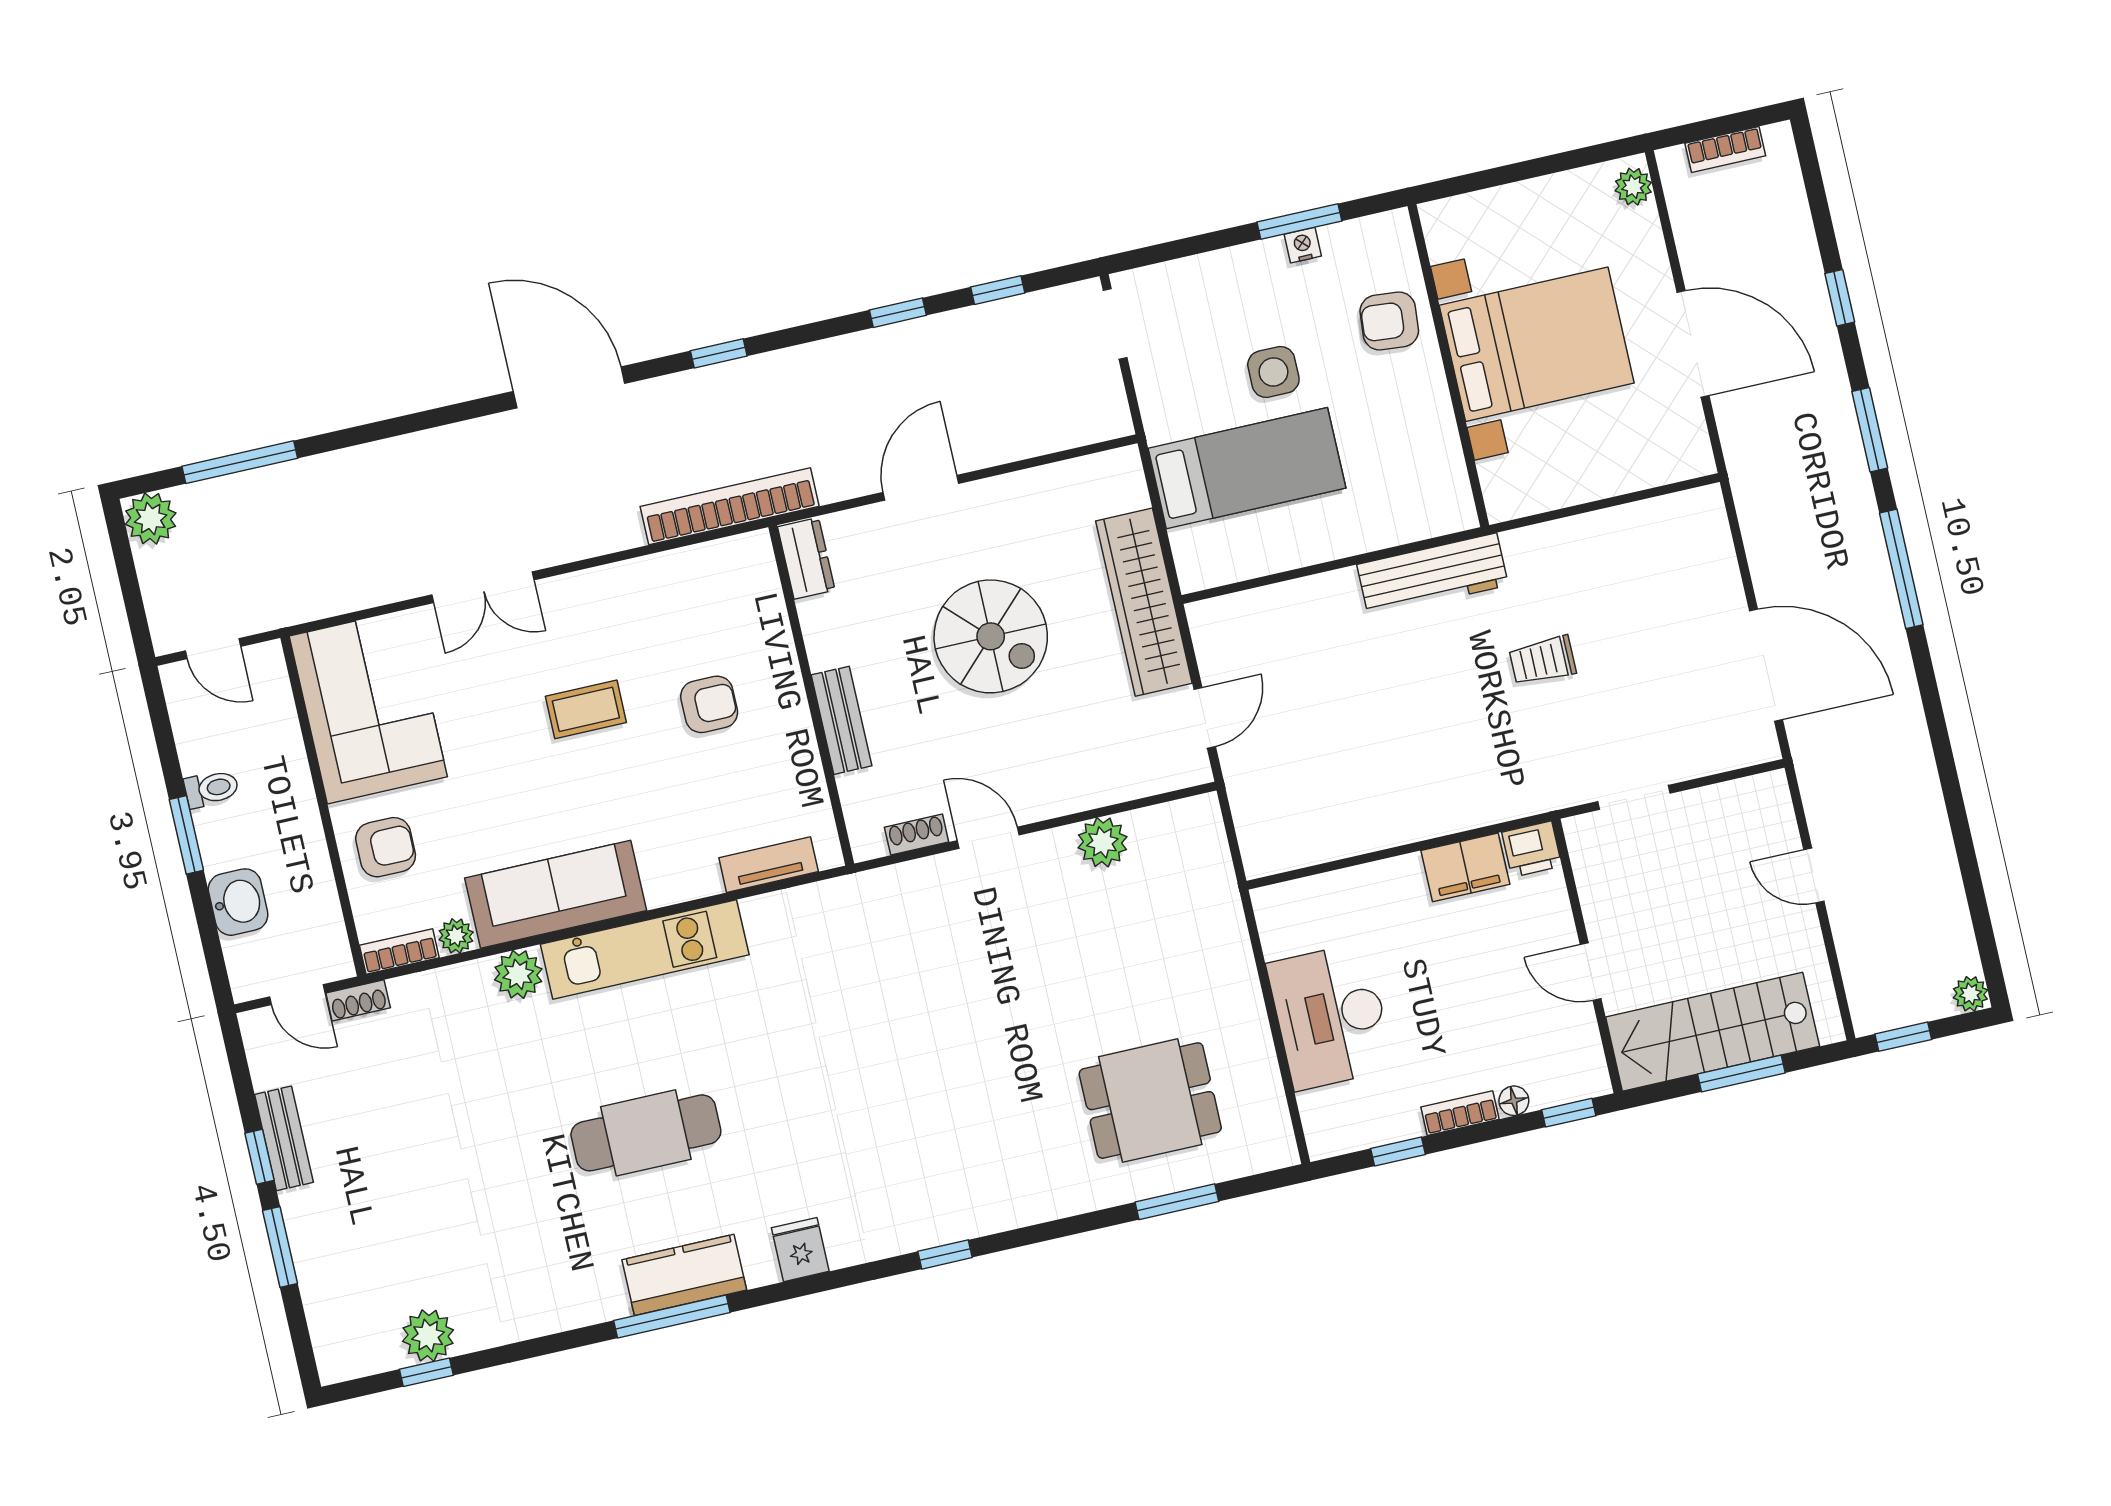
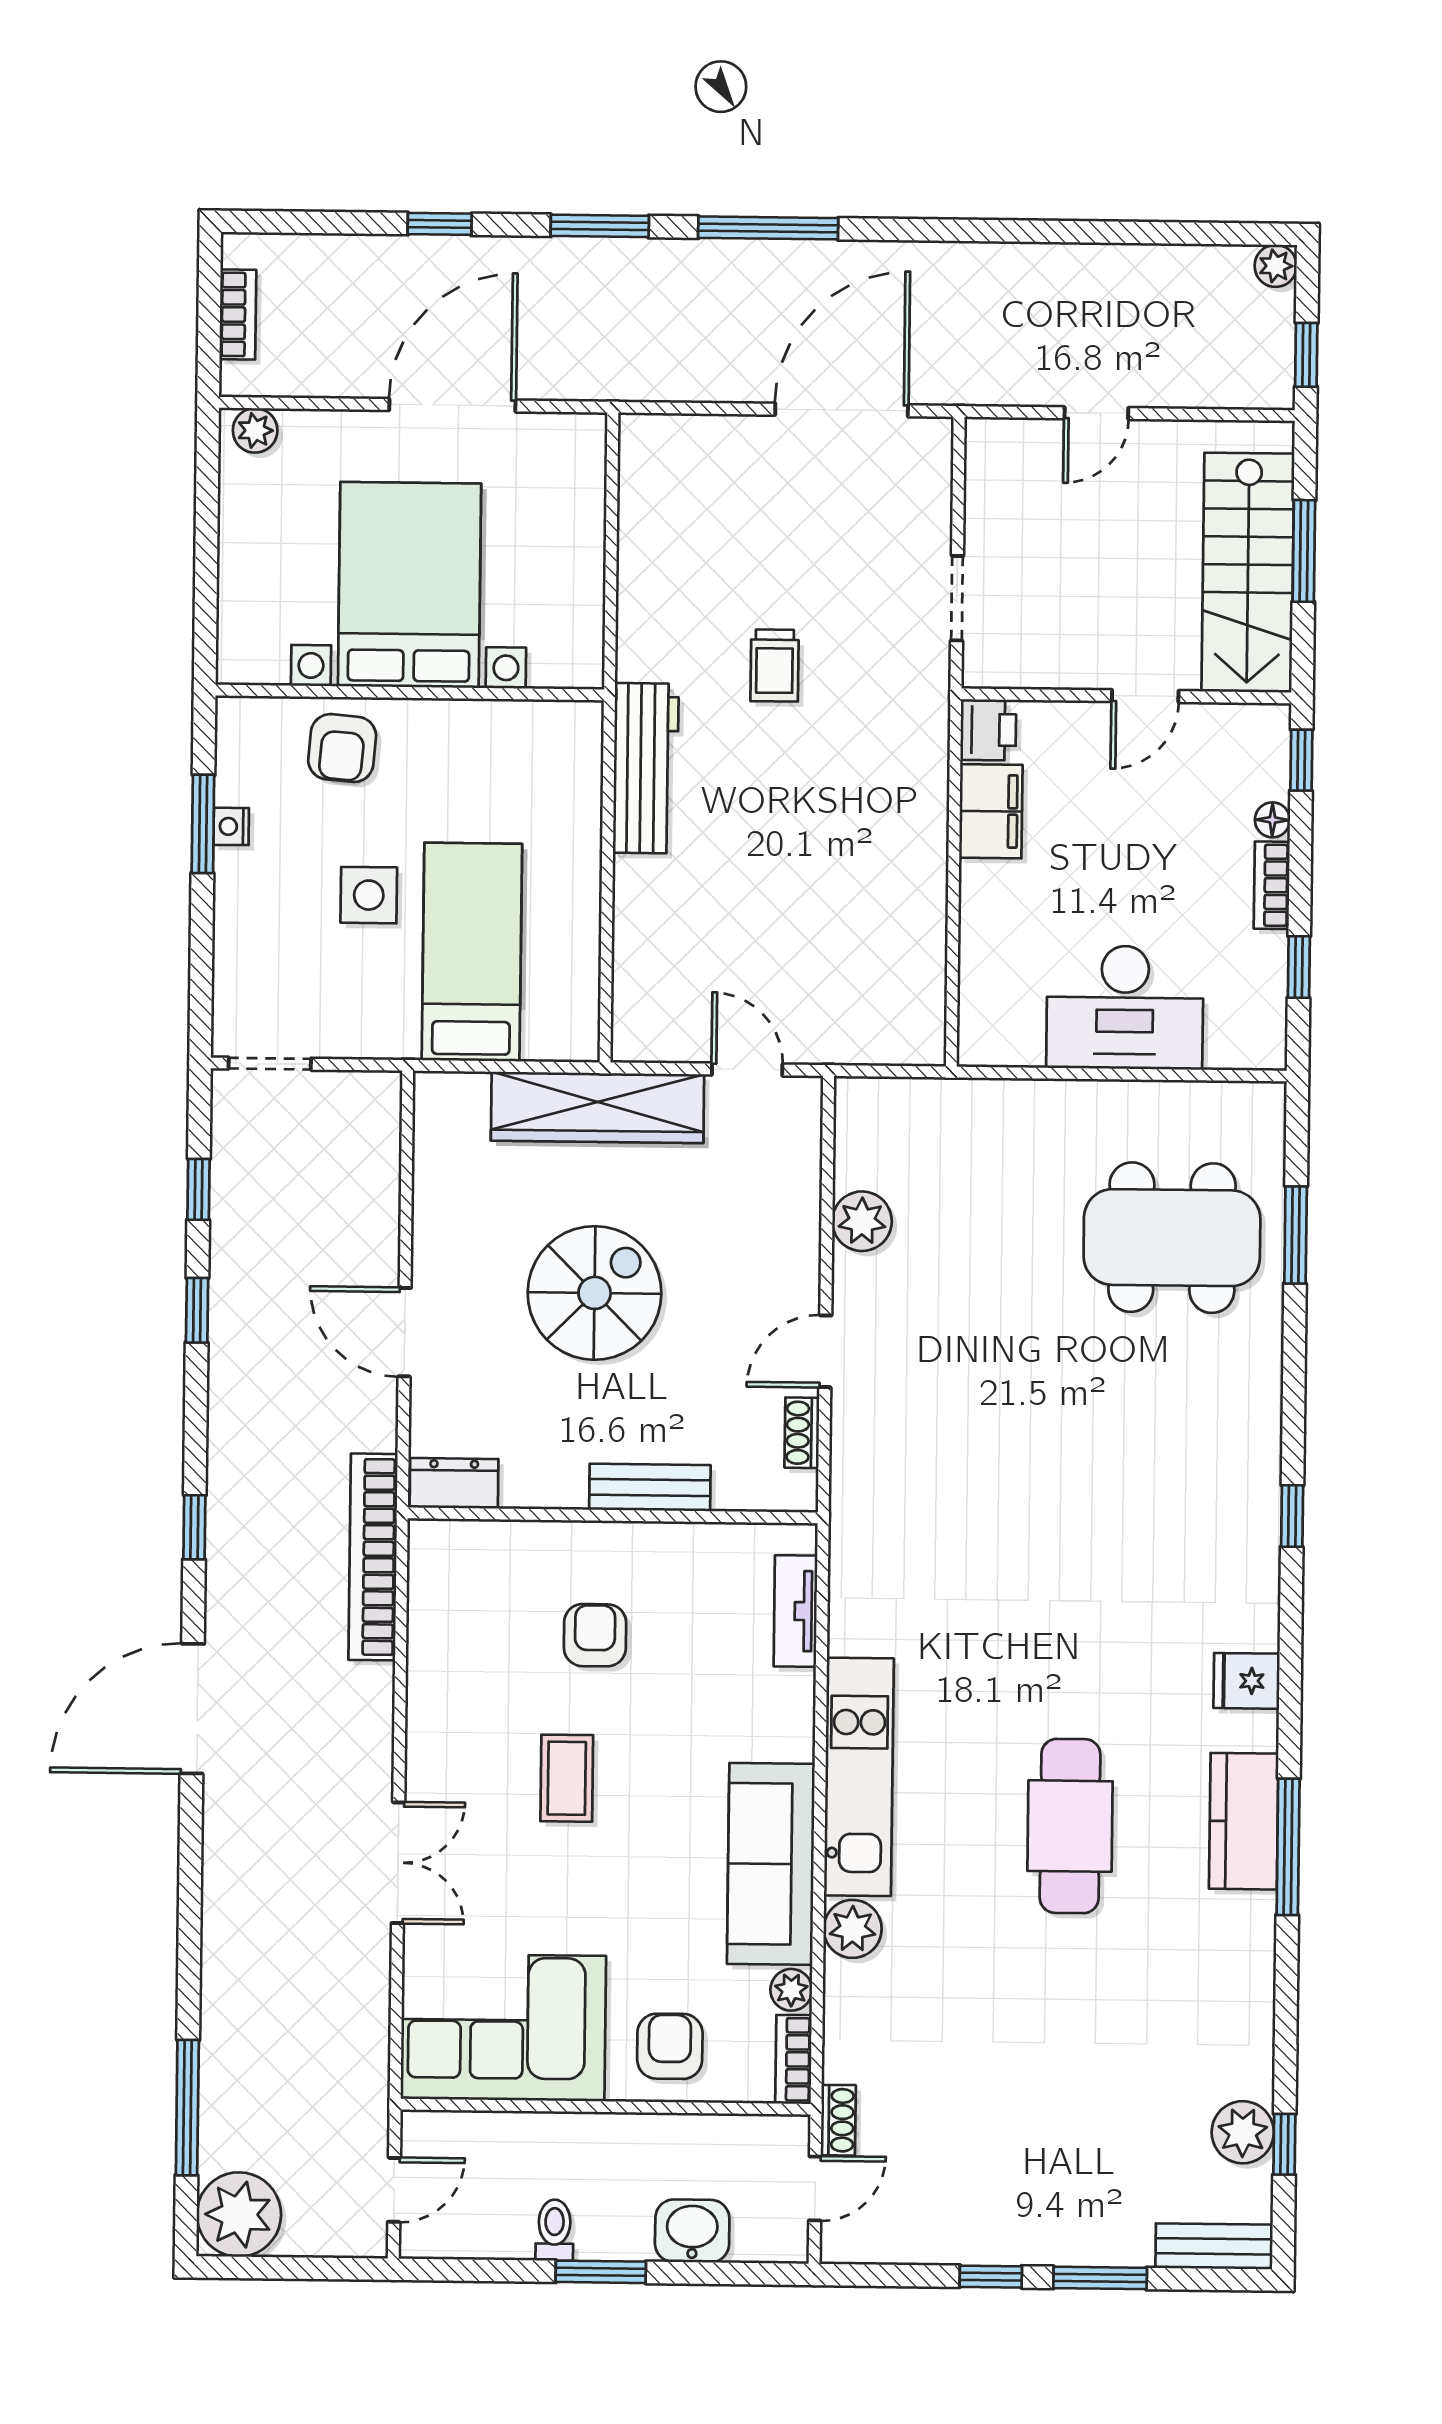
plant: (151, 519) -> (239, 2215), width x1.36, depth x1.36
dining table: (1150, 1101) -> (1172, 1238), width x1.37
bench: (284, 1138) -> (1214, 2246), moved

